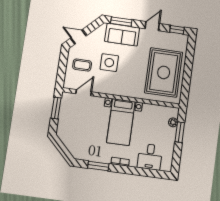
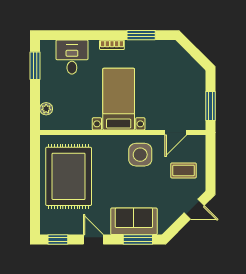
door: (152, 26) -> (93, 239), swing flipped
side table: (109, 63) -> (140, 155), moved
window: (180, 132) -> (35, 66), moved

